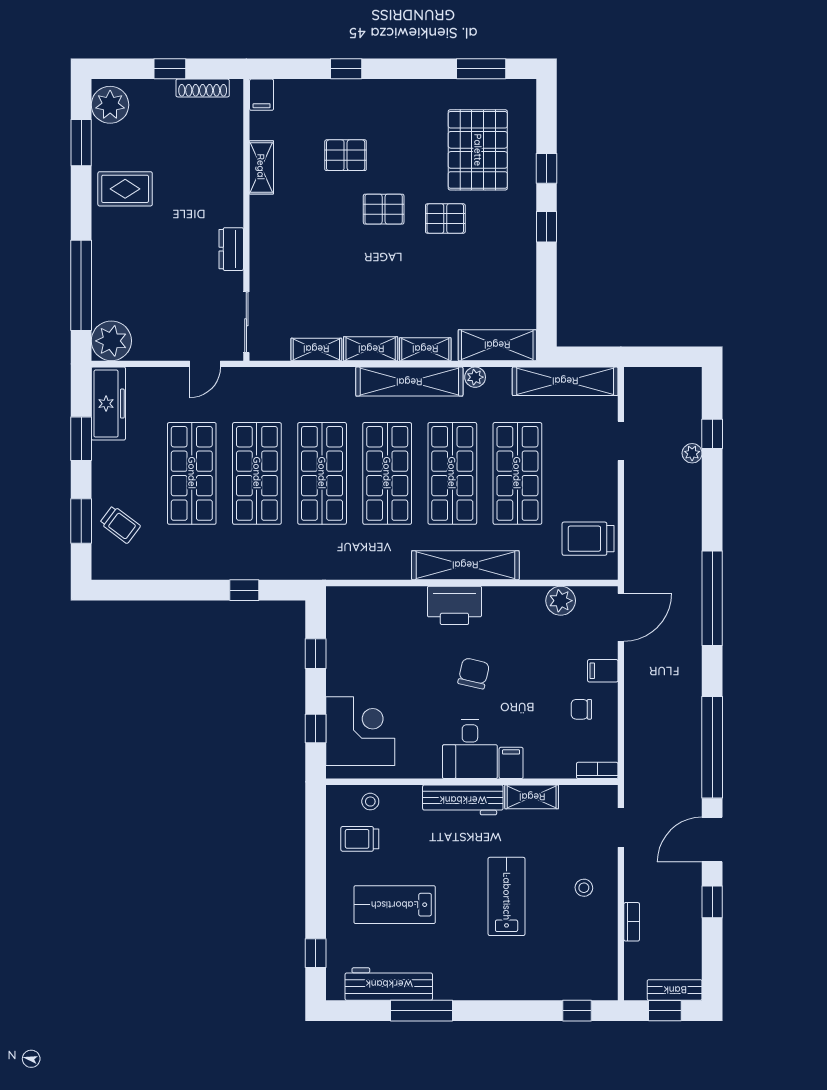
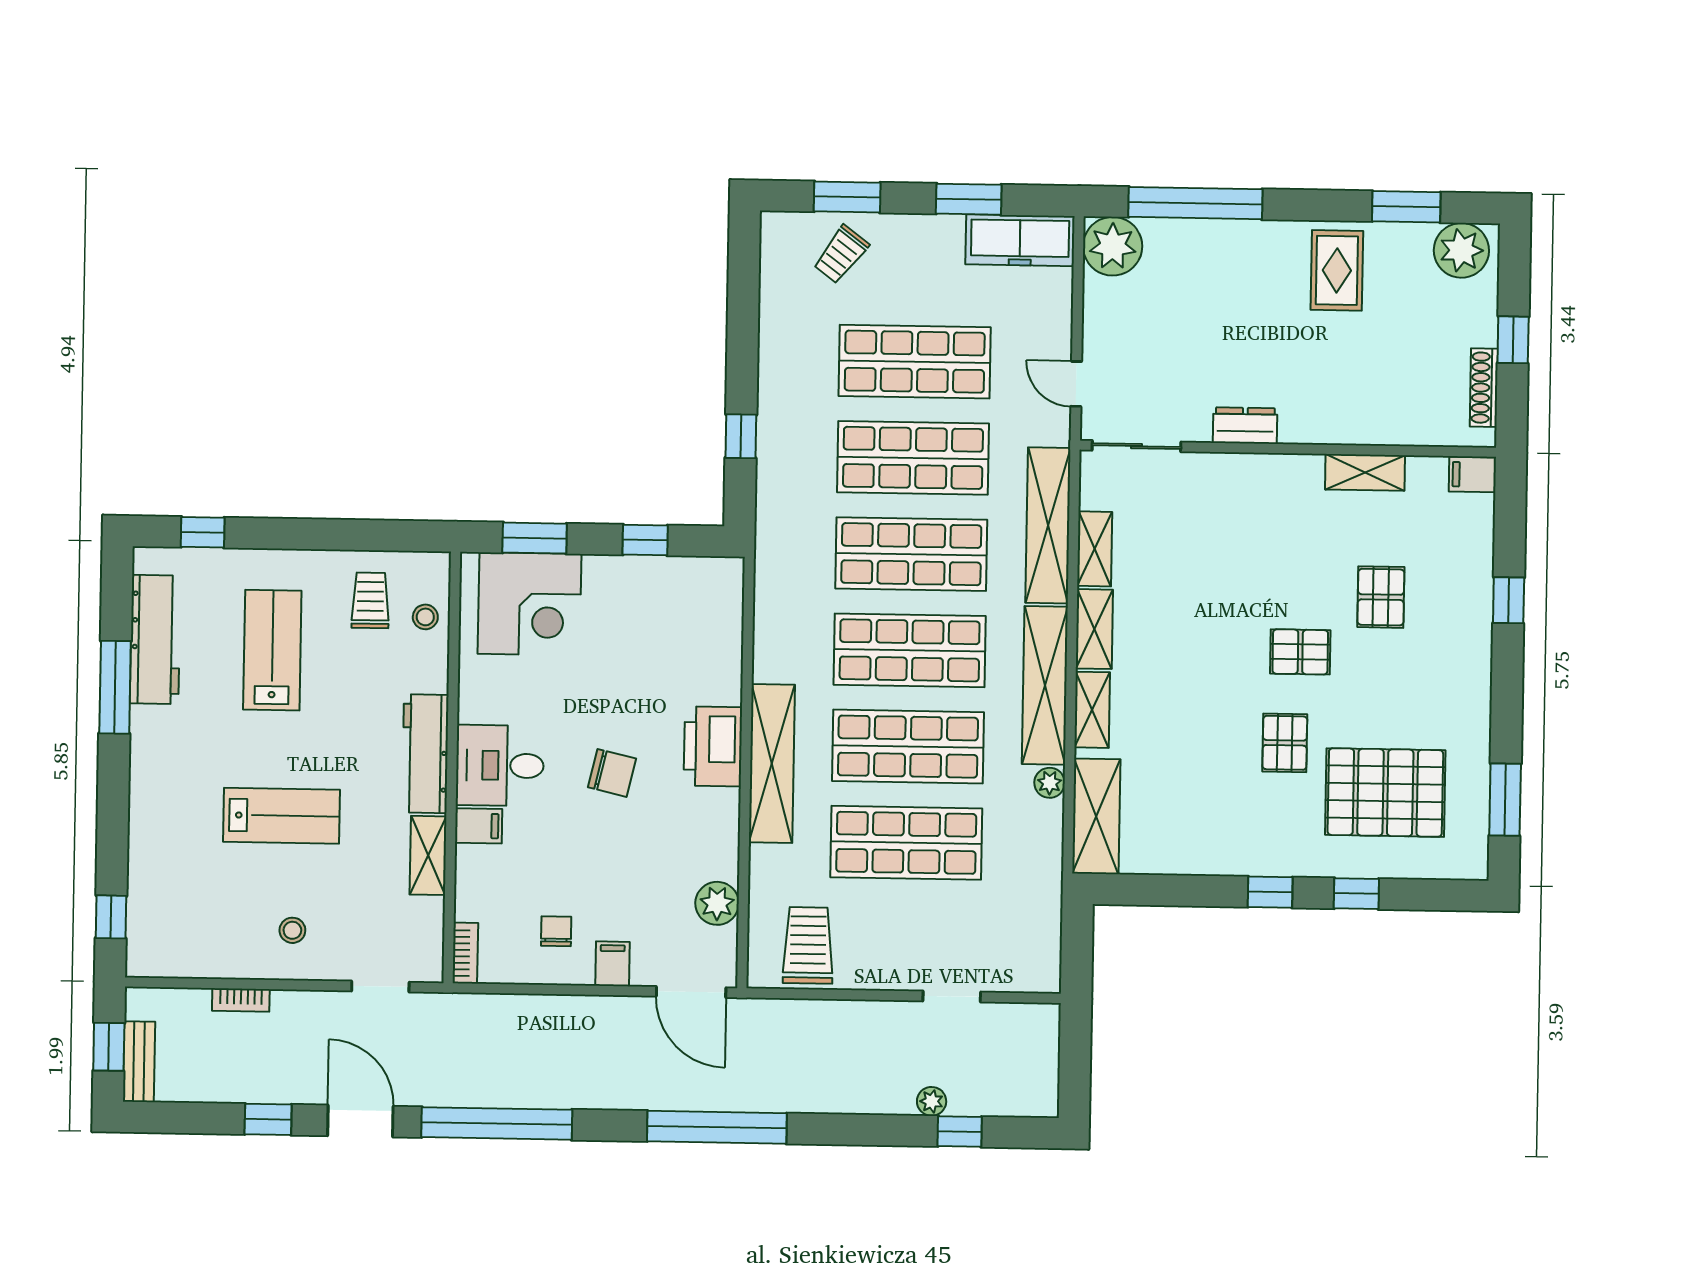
pallet: (384, 209) -> (1300, 652), turned 90
shelving: (565, 381) -> (1048, 525), moved
window: (316, 729) -> (535, 538), width x1.50

